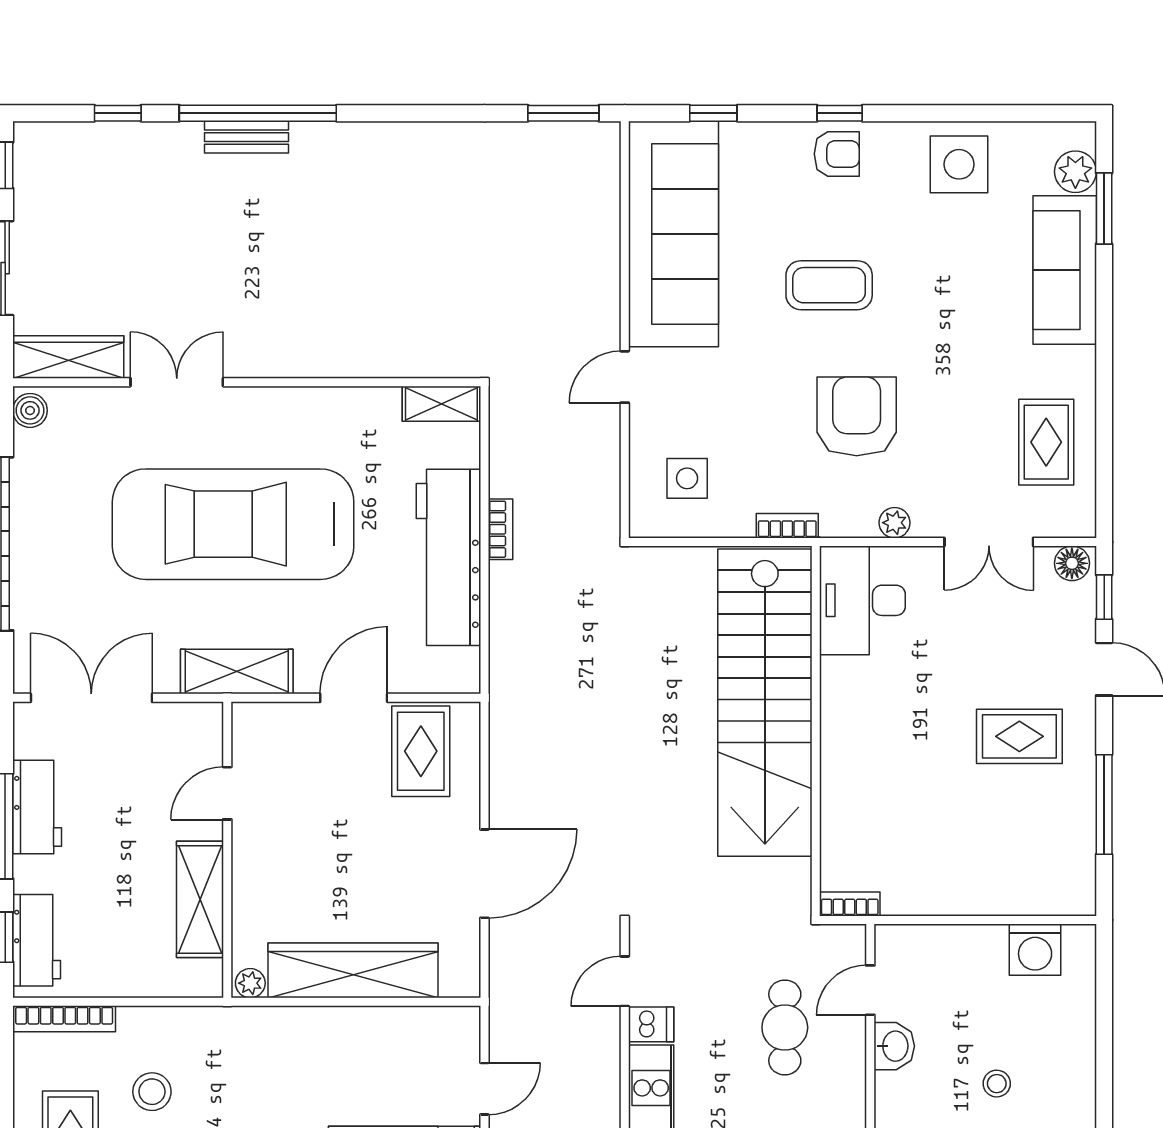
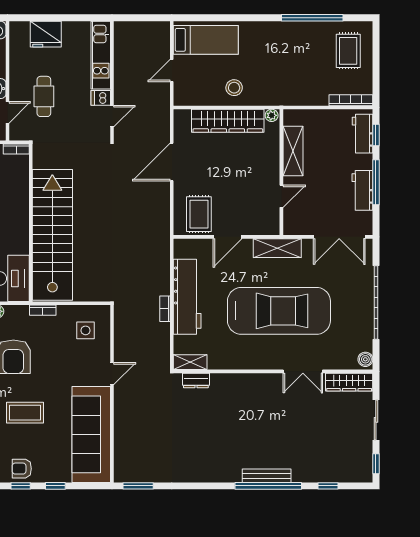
window: (713, 113) -> (55, 486), moved
bench: (246, 137) -> (267, 476), width x1.36
dresser: (428, 361) -> (196, 380), added
stool: (152, 1092) -> (234, 88), moved

